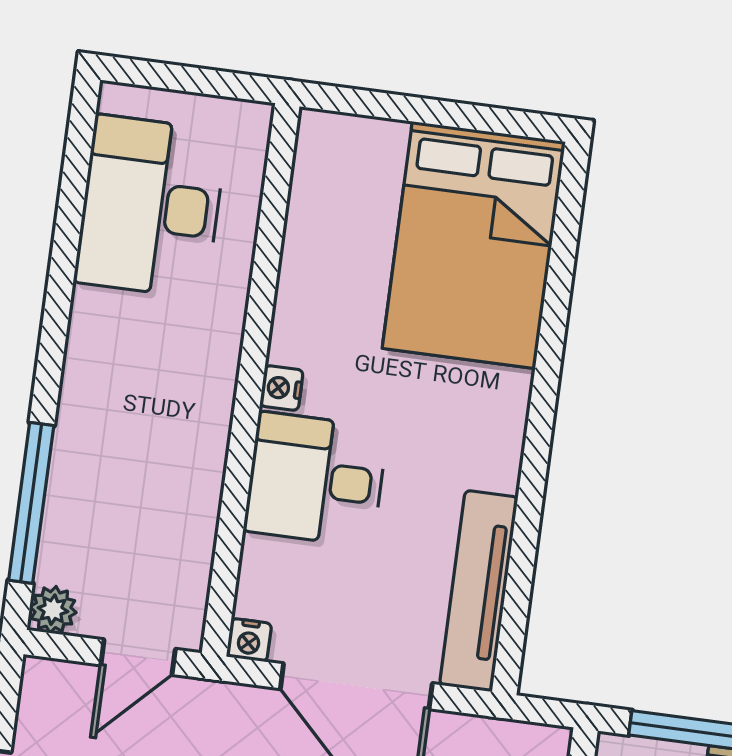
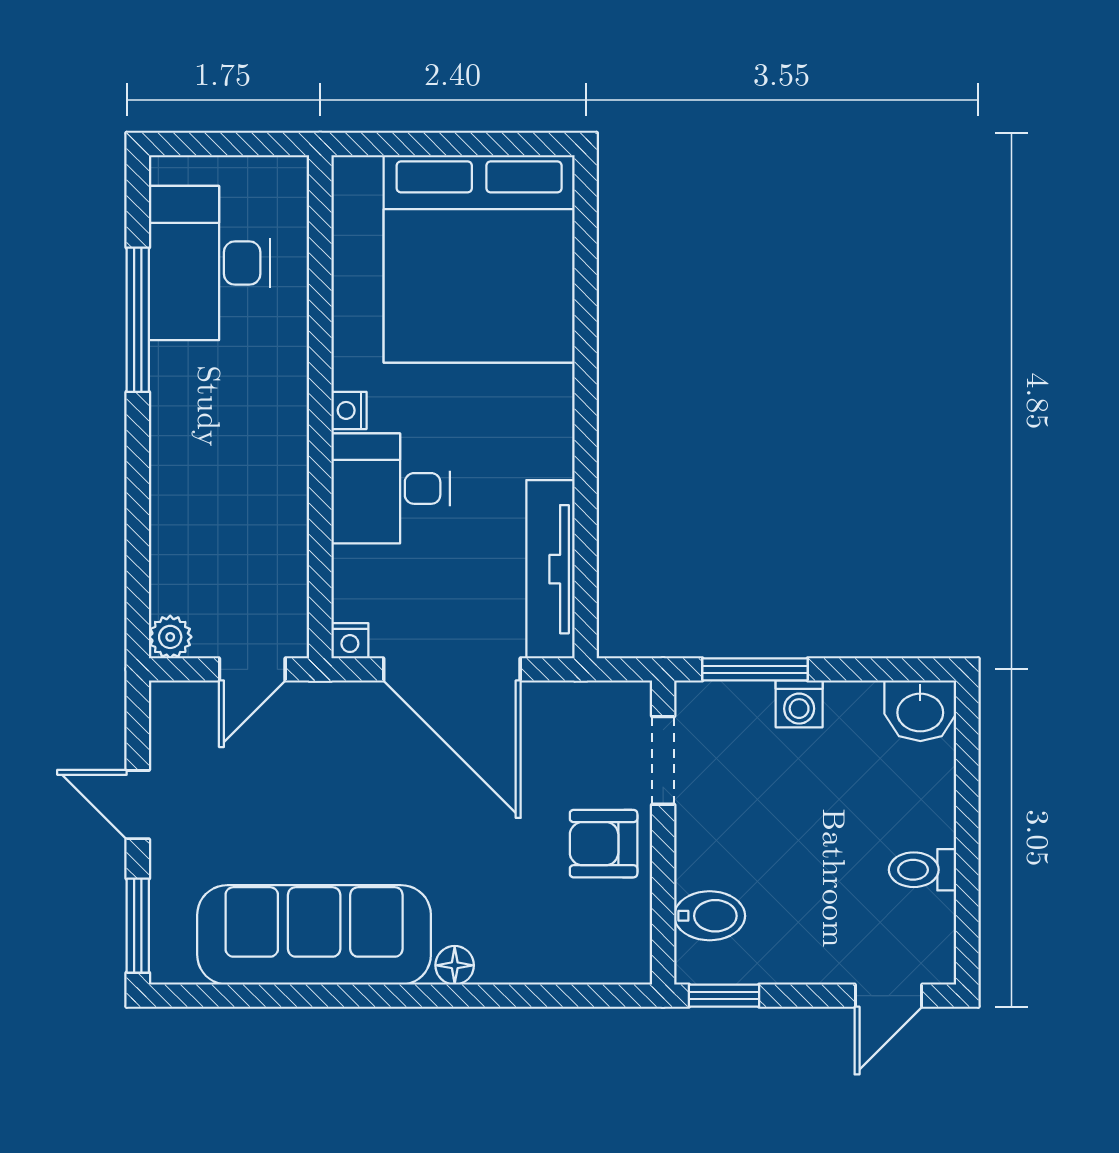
bed: (474, 245) -> (479, 259), width x1.36
window: (31, 503) -> (138, 320), moved

